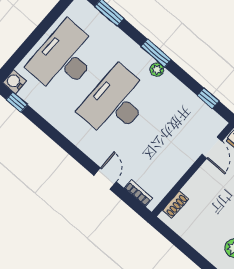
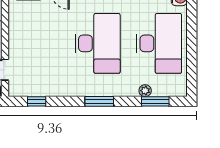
plant: (157, 70) -> (145, 91), moved

